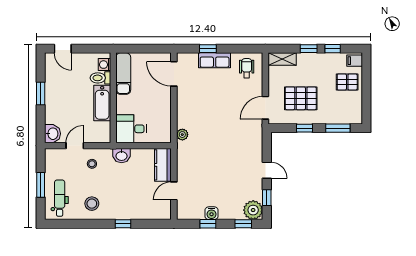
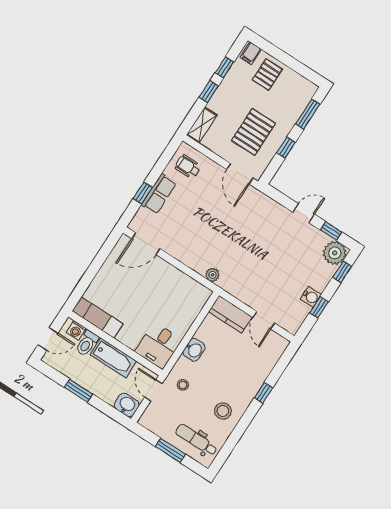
washing machine: (104, 65) -> (76, 330), moved
exam couch: (123, 74) -> (98, 317), moved
toilet: (100, 78) -> (87, 343), moved
wall: (113, 98) -> (115, 343), moved
bathtub: (102, 103) -> (113, 358), moved
desk: (131, 129) -> (158, 346), moved

